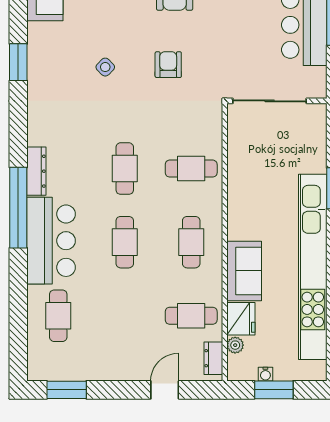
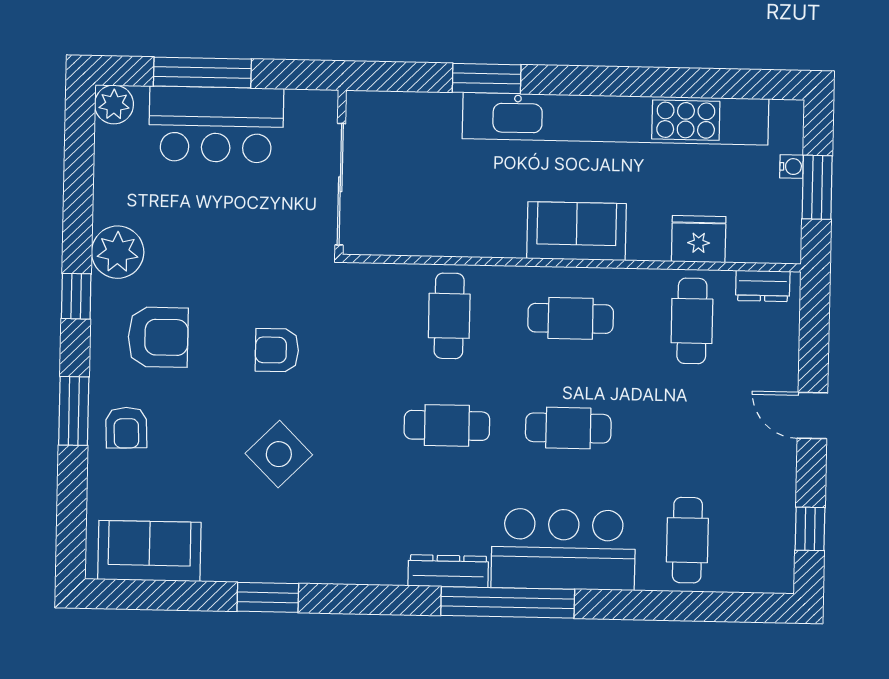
side table: (105, 67) -> (279, 454), width x1.87, depth x1.87
sofa: (244, 271) -> (577, 231), moved
cafe table: (58, 316) -> (687, 540), turned 90
plant: (235, 345) -> (742, 249), removed
water cooler: (265, 374) -> (792, 167), moved
window: (67, 390) -> (810, 529), width x0.67
door: (165, 390) -> (812, 416), moved

